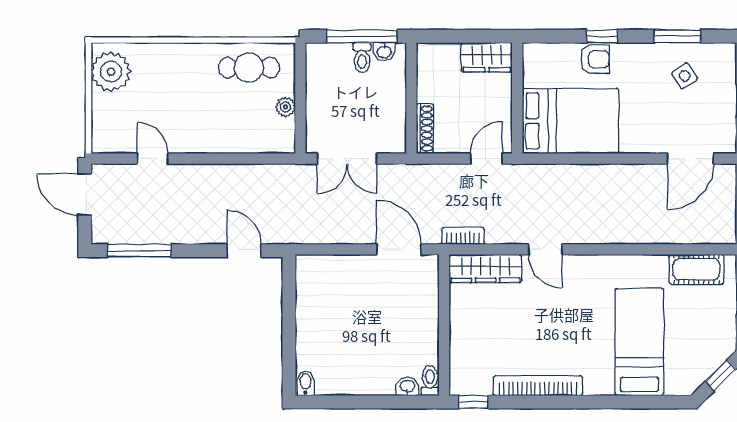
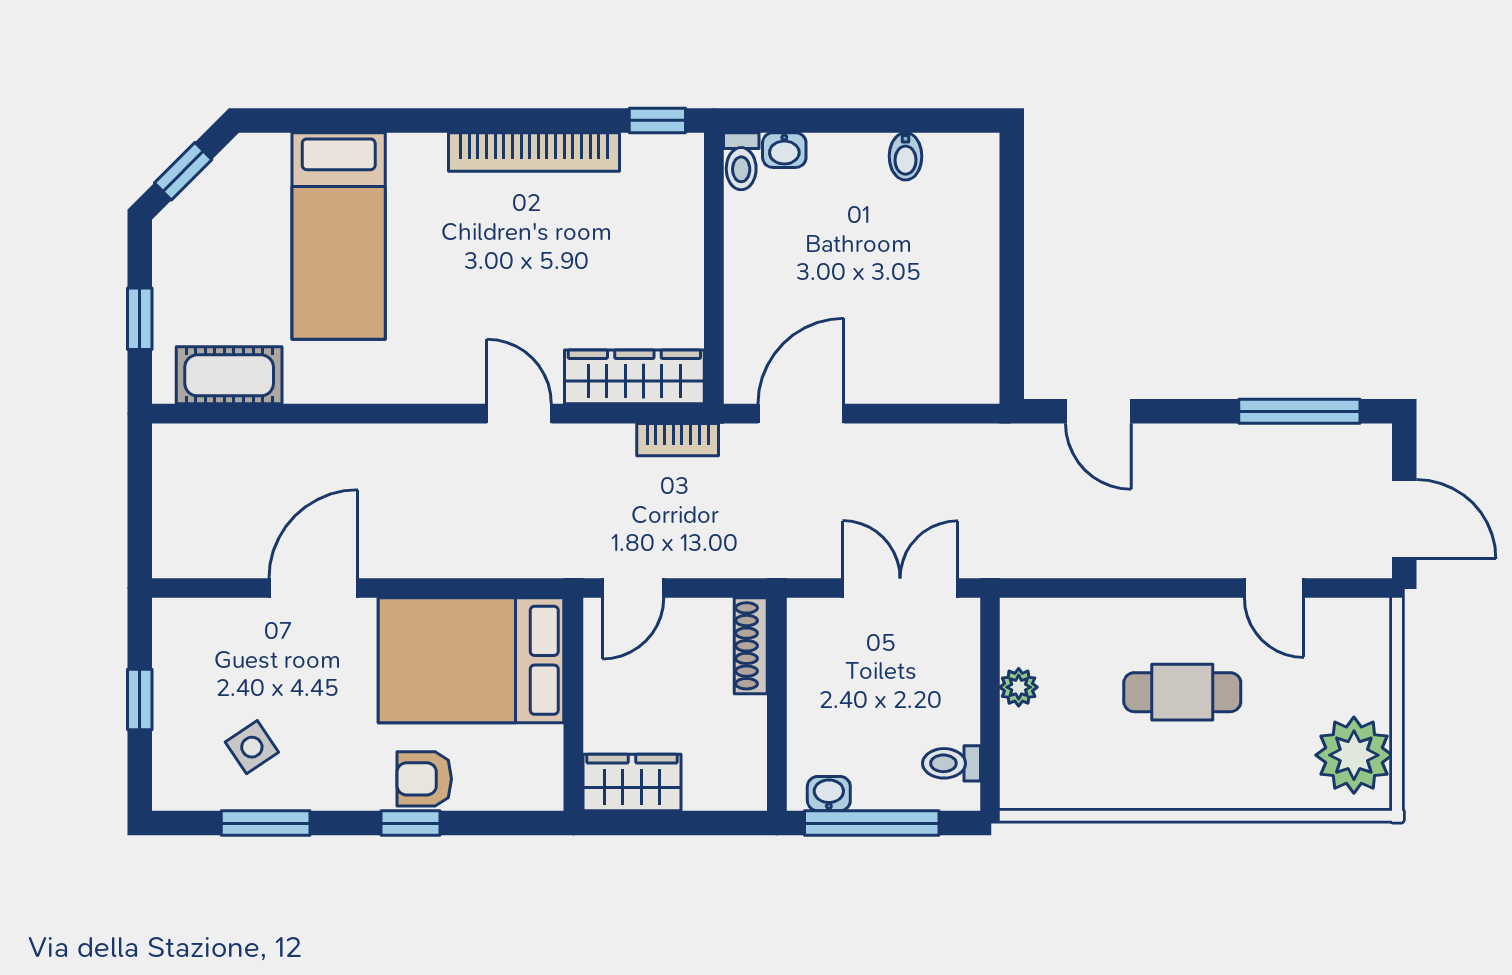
toilet: (362, 58) -> (952, 763), moved, turned -90
cafe table: (249, 68) -> (1182, 692), moved
door: (690, 159) -> (313, 588), moved
door: (399, 249) -> (801, 414), swing flipped
bidet: (306, 383) -> (906, 156), moved

